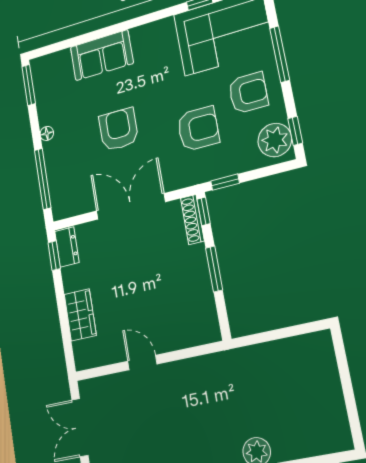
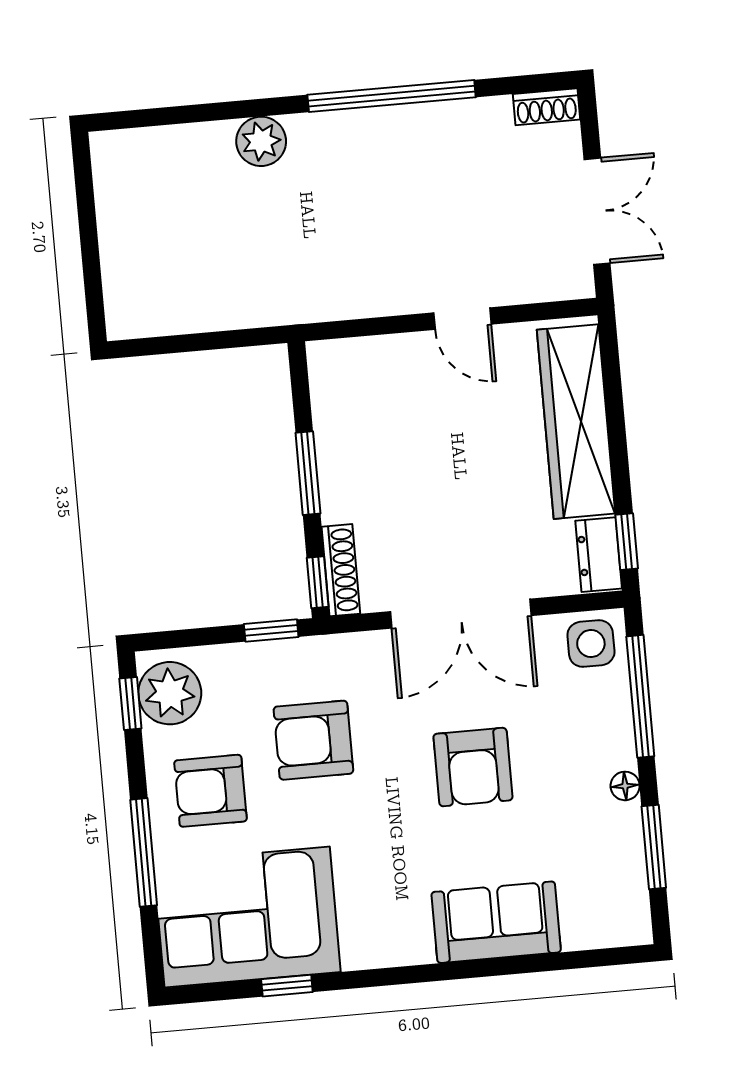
window: (29, 85) -> (654, 847), moved
side table: (67, 201) -> (591, 644), added
wardrobe: (80, 315) -> (576, 422), width x2.10, depth x1.17

